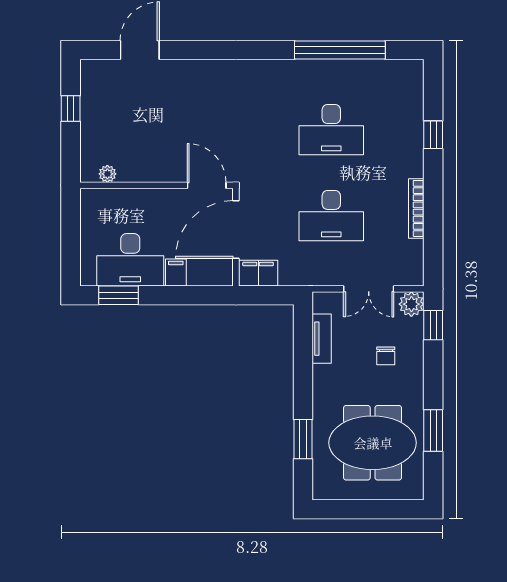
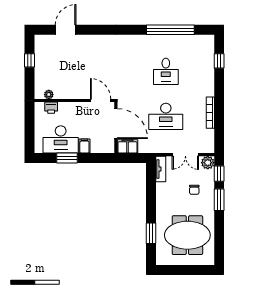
desk: (331, 130) -> (166, 71), width x0.73
window: (433, 135) -> (219, 61), moved
printer: (112, 199) -> (51, 108), added
door: (236, 230) -> (116, 124), swing flipped
window: (119, 295) -> (67, 158), moved
tv unit: (322, 339) -> (161, 169), moved
window: (433, 430) -> (219, 200), moved

